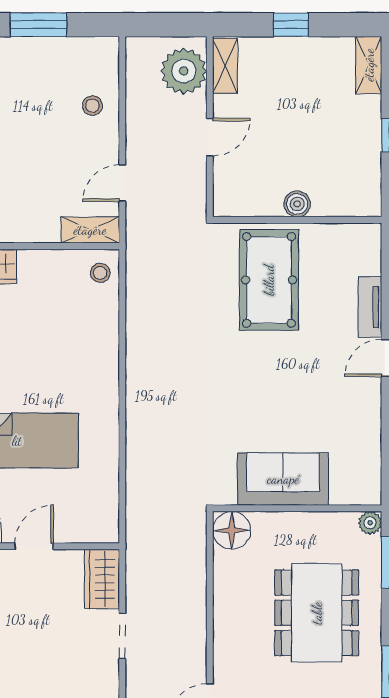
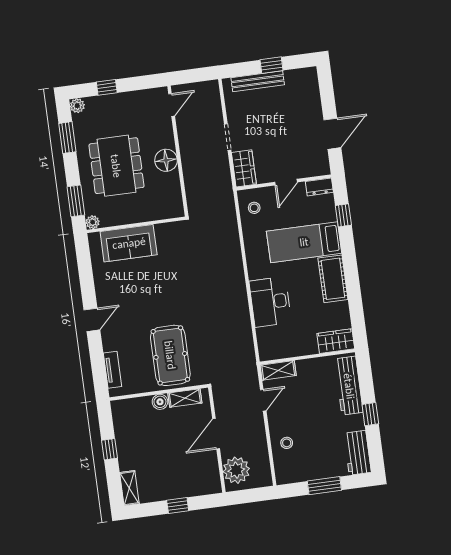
shelving: (225, 66) -> (185, 398), moved, turned 90
door: (210, 137) -> (216, 434), width x1.37
stool: (100, 273) -> (254, 208), moved
tv unit: (370, 307) -> (113, 370), moved
desk: (88, 348) -> (270, 302), added
sofa: (283, 479) -> (129, 243), moved
floor lamp: (232, 530) -> (166, 160), moved

